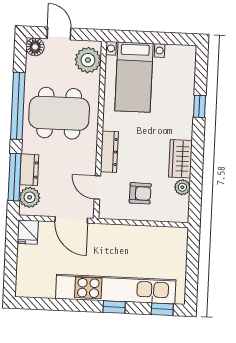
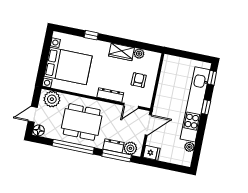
bed with nightstands: (134, 77) -> (68, 66), width x1.36
dining table: (59, 113) -> (82, 122), turned 90
plant: (47, 291) -> (189, 147), added

